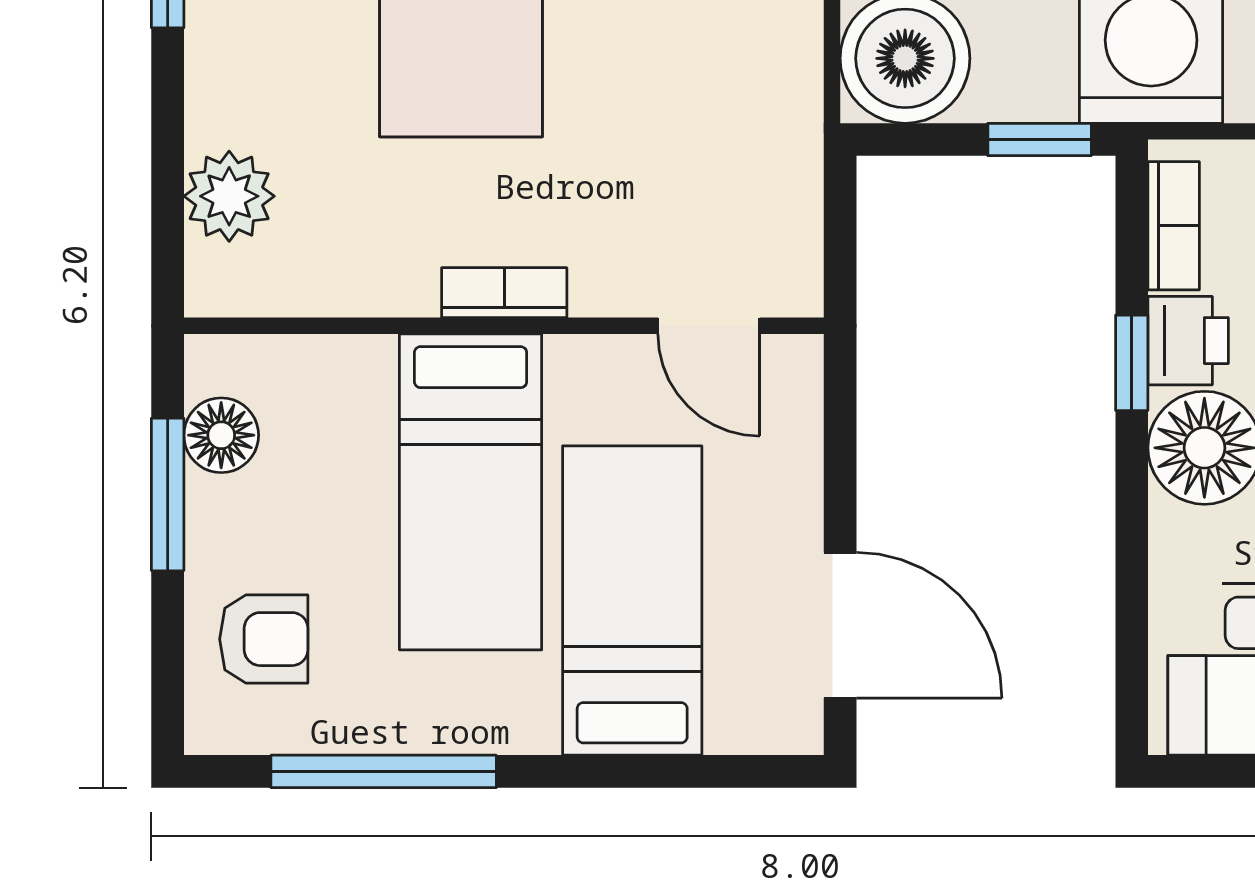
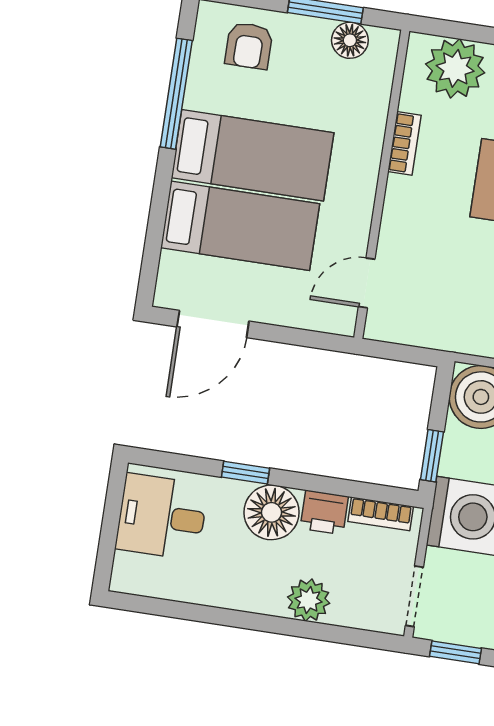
plant: (229, 196) -> (455, 68), width x1.36, depth x1.36
bookcase: (504, 293) -> (404, 143), moved
window: (1132, 363) -> (246, 473), moved
bed: (471, 492) -> (253, 155), moved, turned 180

